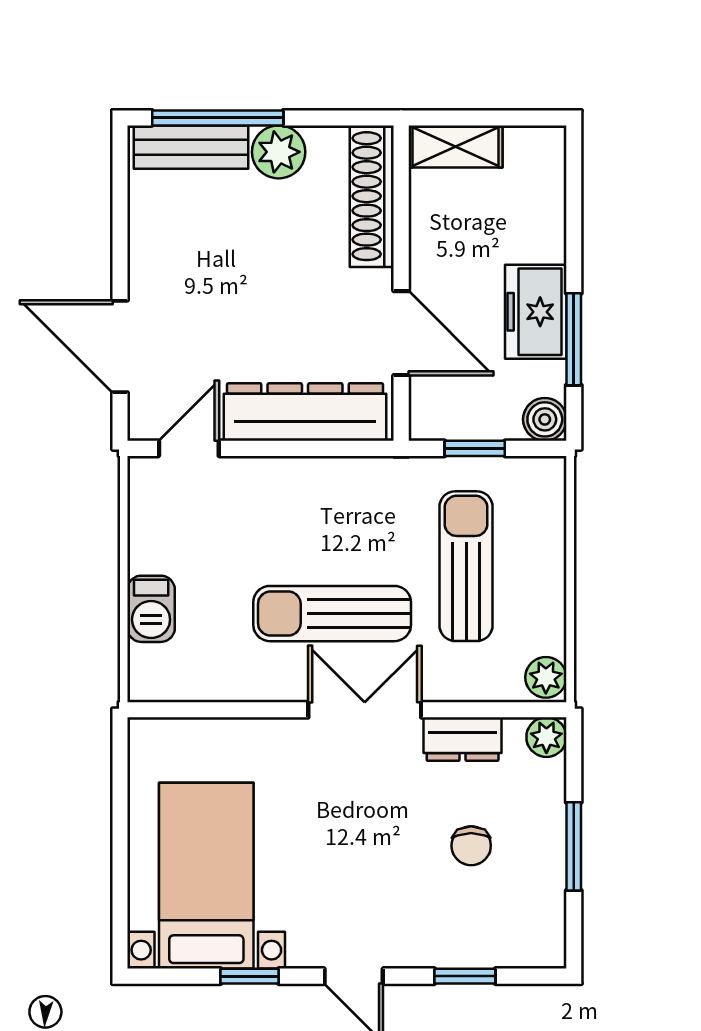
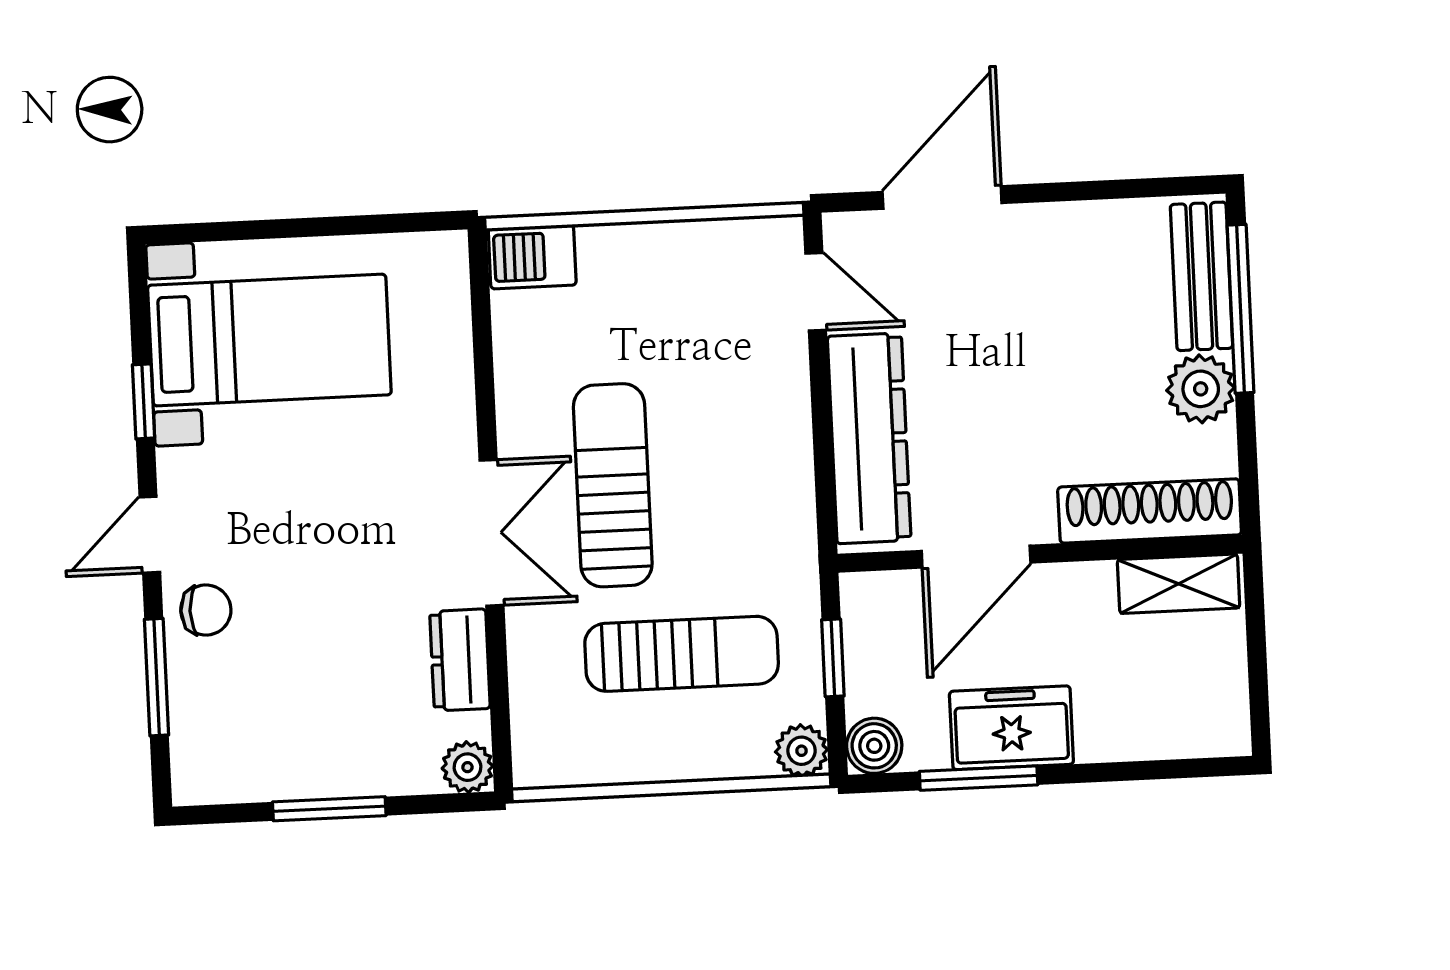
shelving: (455, 146) -> (1179, 584), moved, turned 90
barbecue: (151, 609) -> (532, 257), moved
plant: (546, 677) -> (802, 751), moved
chair: (471, 846) -> (206, 610), moved, turned 180
window: (465, 976) -> (157, 677), width x1.50

